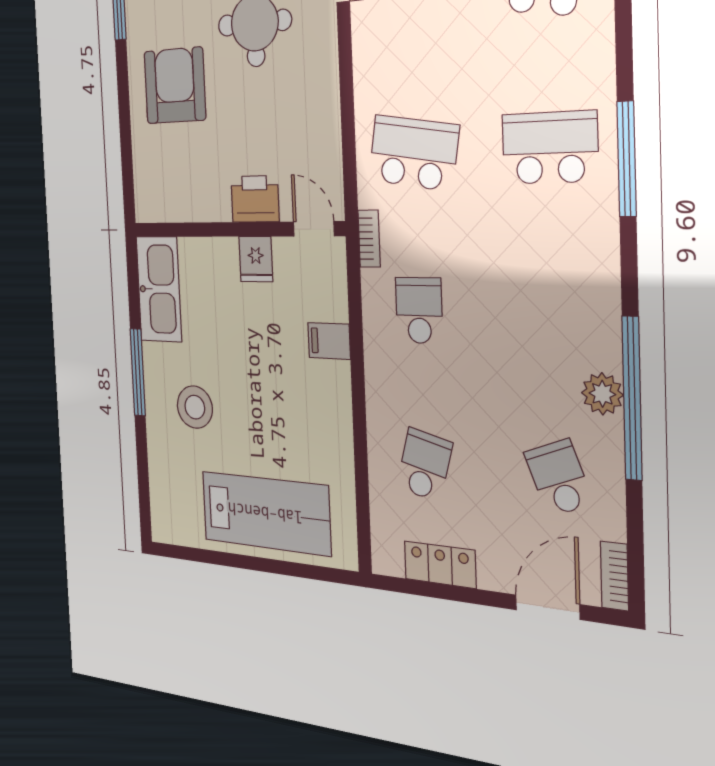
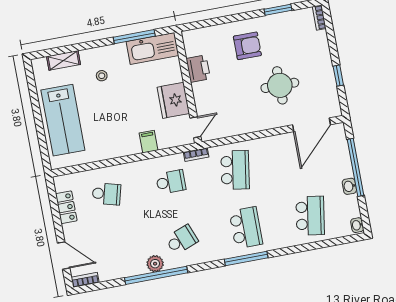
armchair: (175, 86) -> (247, 46), width x0.73, depth x0.73
printer: (255, 199) -> (198, 69), moved
fridge: (256, 259) -> (173, 100), width x1.88, depth x1.34
window: (138, 372) -> (134, 37), moved
stool: (195, 407) -> (102, 76), width x0.53, depth x0.53
shelving: (160, 476) -> (64, 60), added
school desk: (559, 478) -> (182, 240), moved

